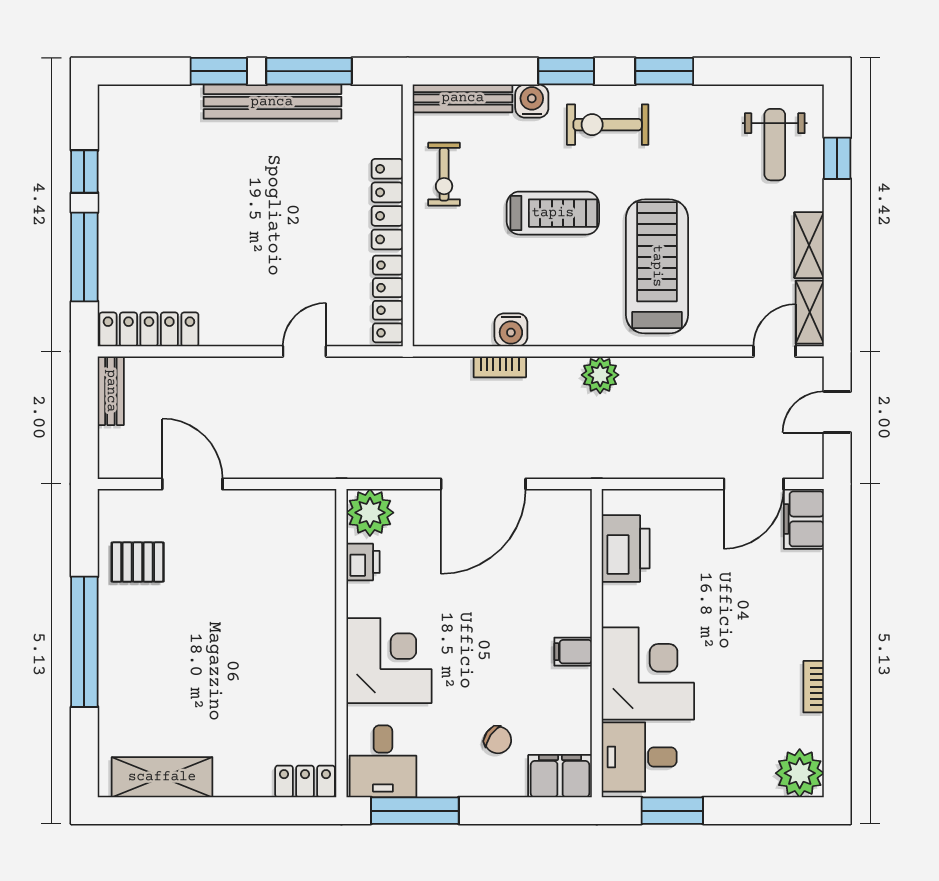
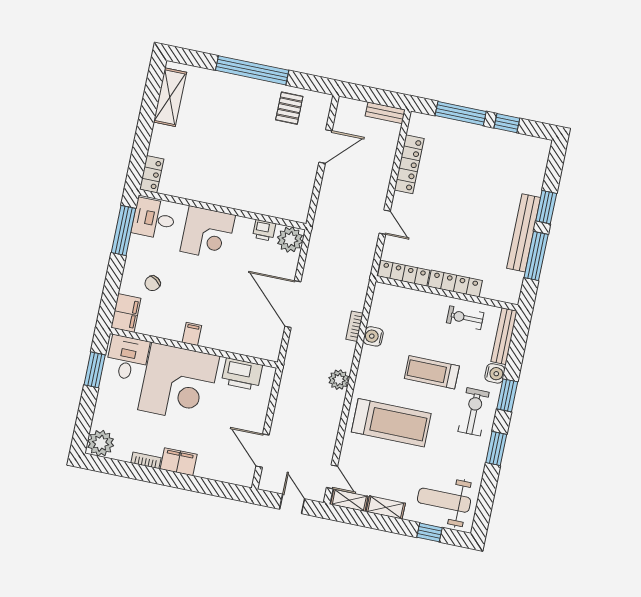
weight bench: (775, 145) -> (444, 500), width x1.36, depth x1.33
treadmill: (553, 213) -> (432, 372), turned 90
locker: (149, 329) -> (409, 164), moved
filing cabinet: (804, 519) -> (179, 462), moved
corner desk: (648, 673) -> (179, 383), width x1.36, depth x1.36

